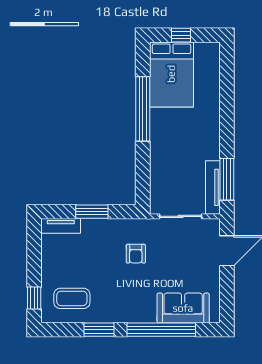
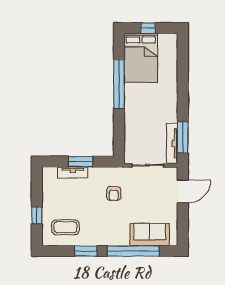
tv unit: (61, 226) -> (73, 172), moved
window: (34, 298) -> (37, 215), moved

